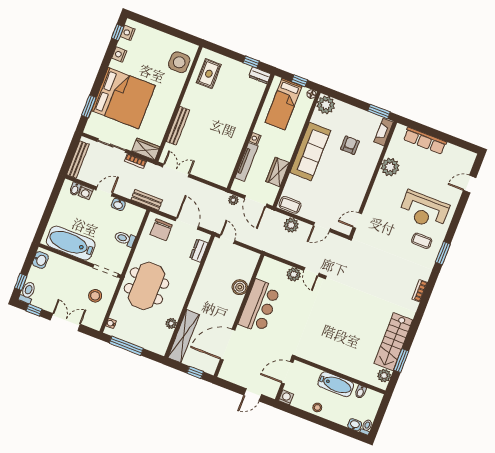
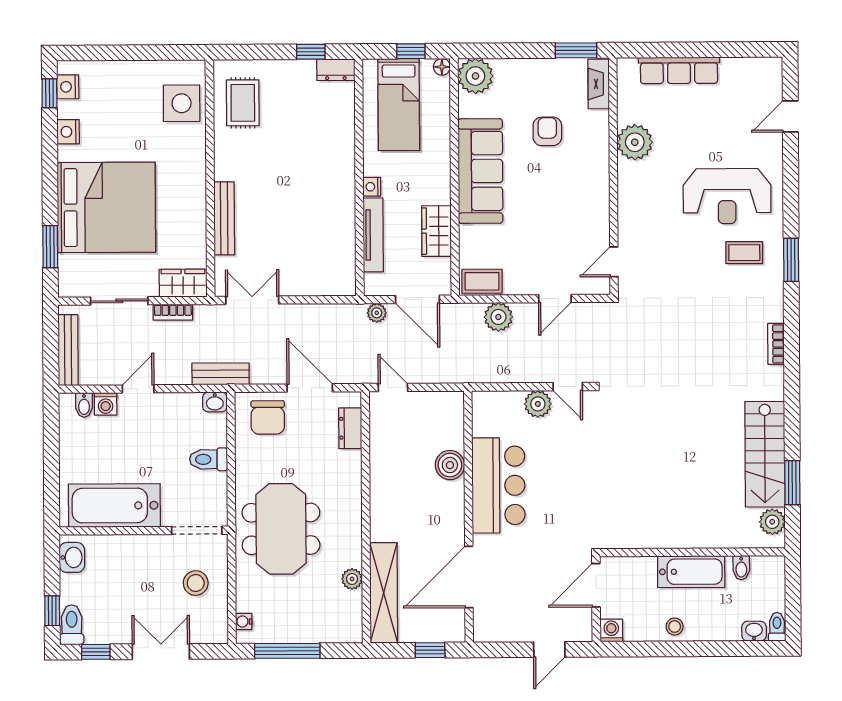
washbasin: (118, 204) -> (215, 402), moved

